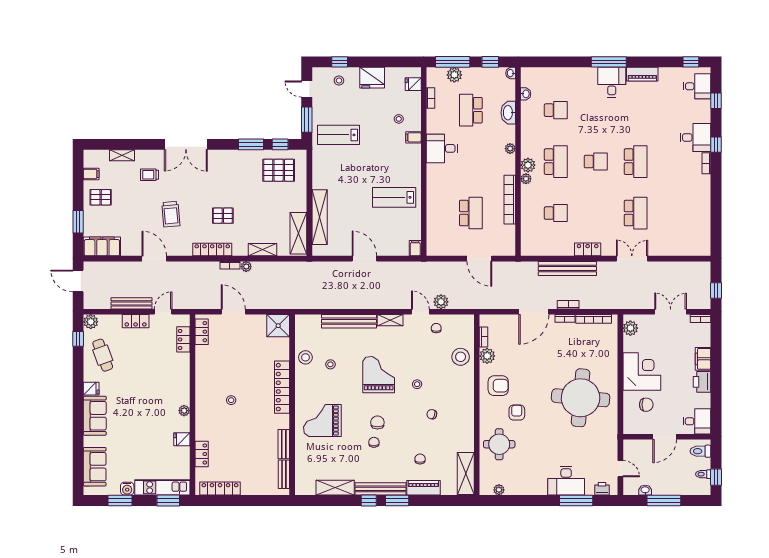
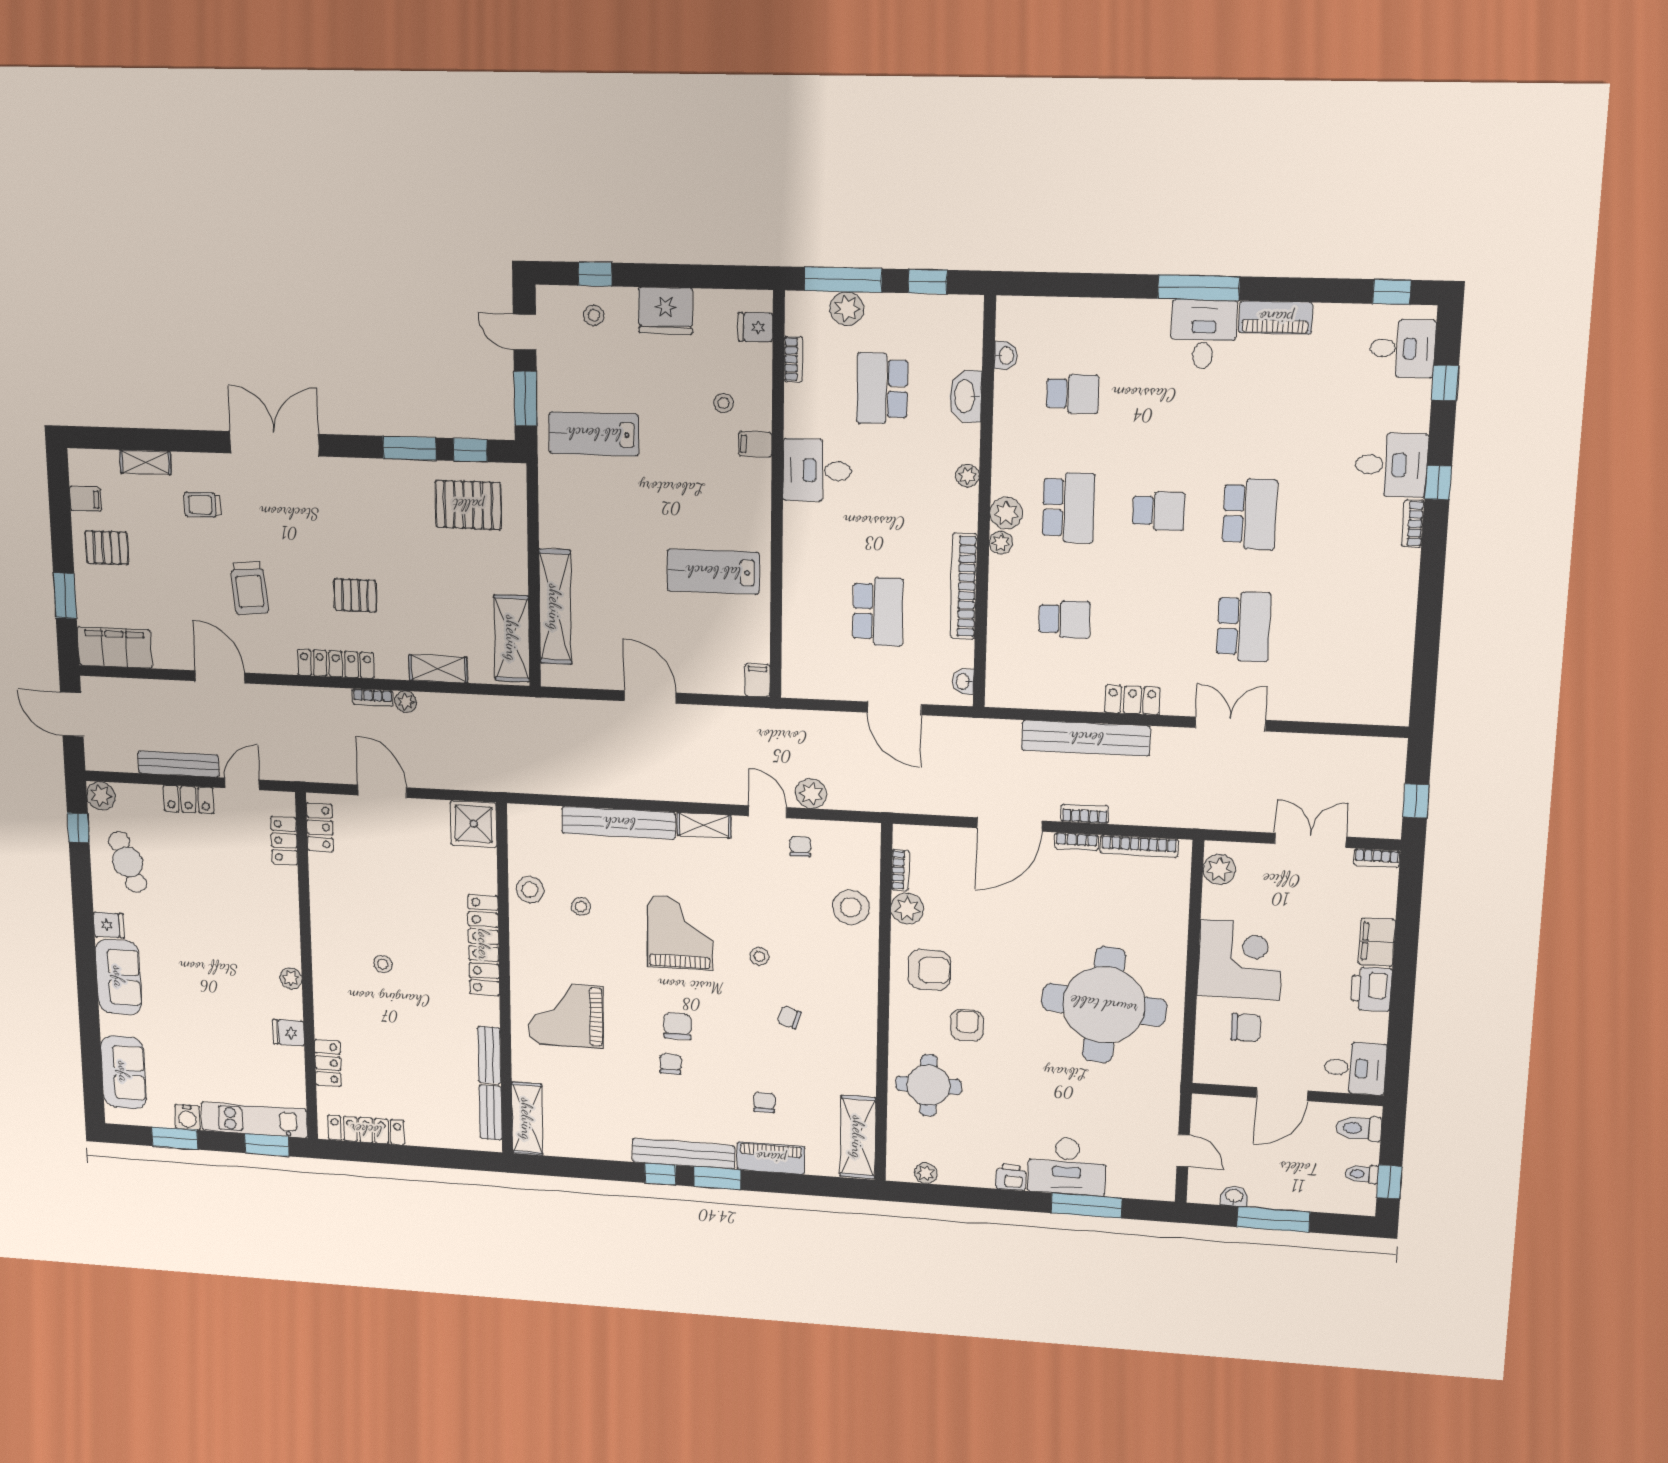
washbasin: (511, 73) -> (963, 682), moved
double door: (186, 144) -> (274, 444), swing flipped
shelving: (335, 488) -> (527, 1119), moved, turned 90
printer: (602, 489) -> (1011, 1177), moved

